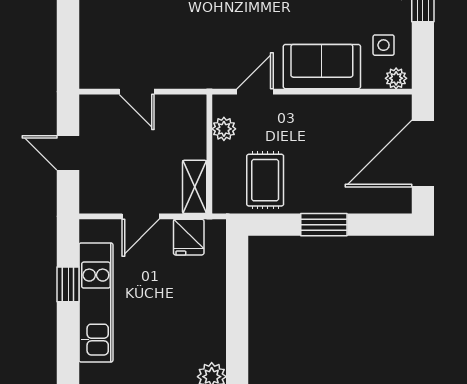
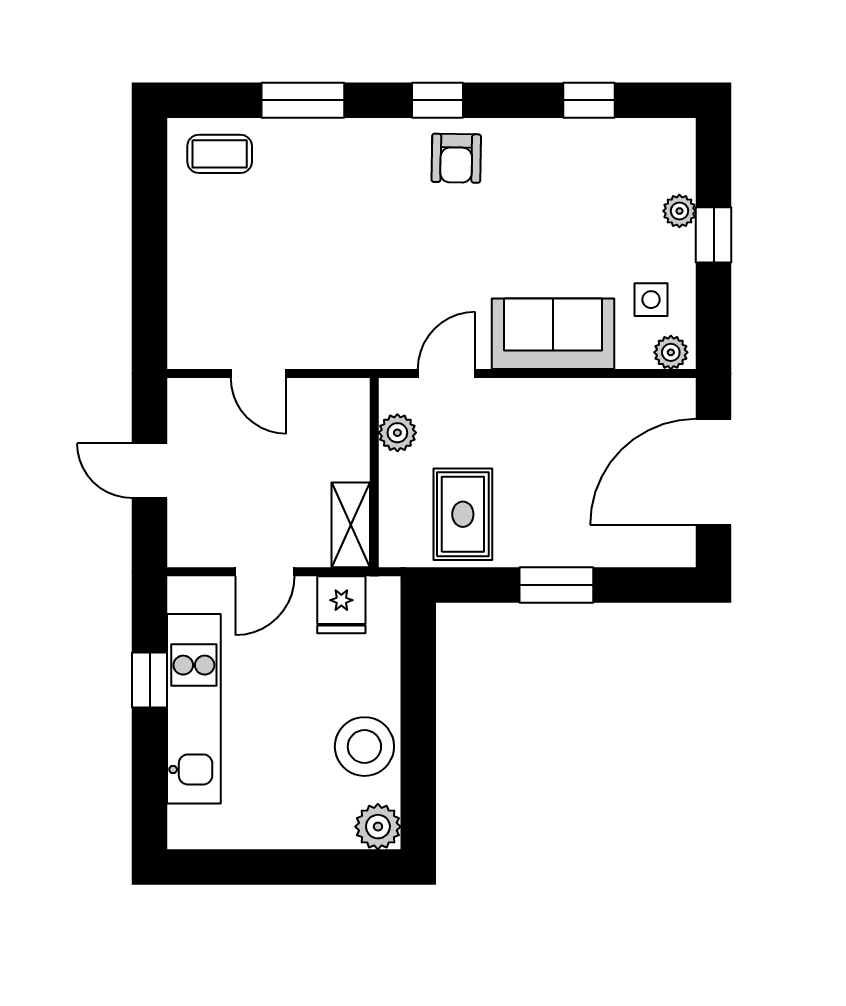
stool: (203, 326) -> (364, 747), added

